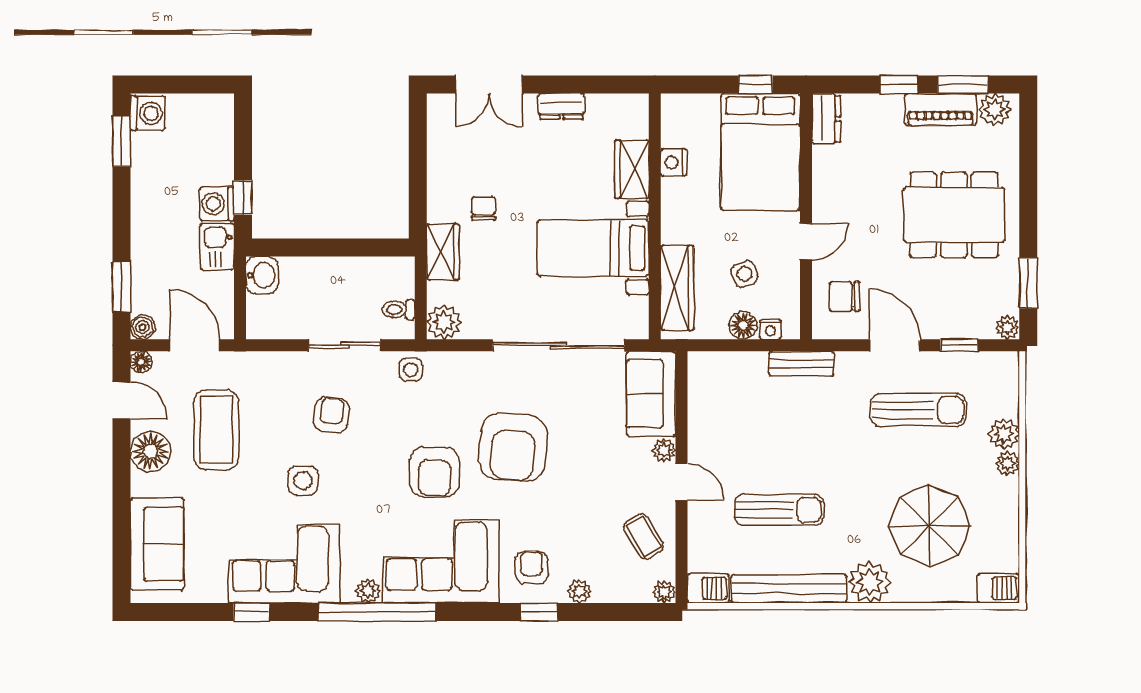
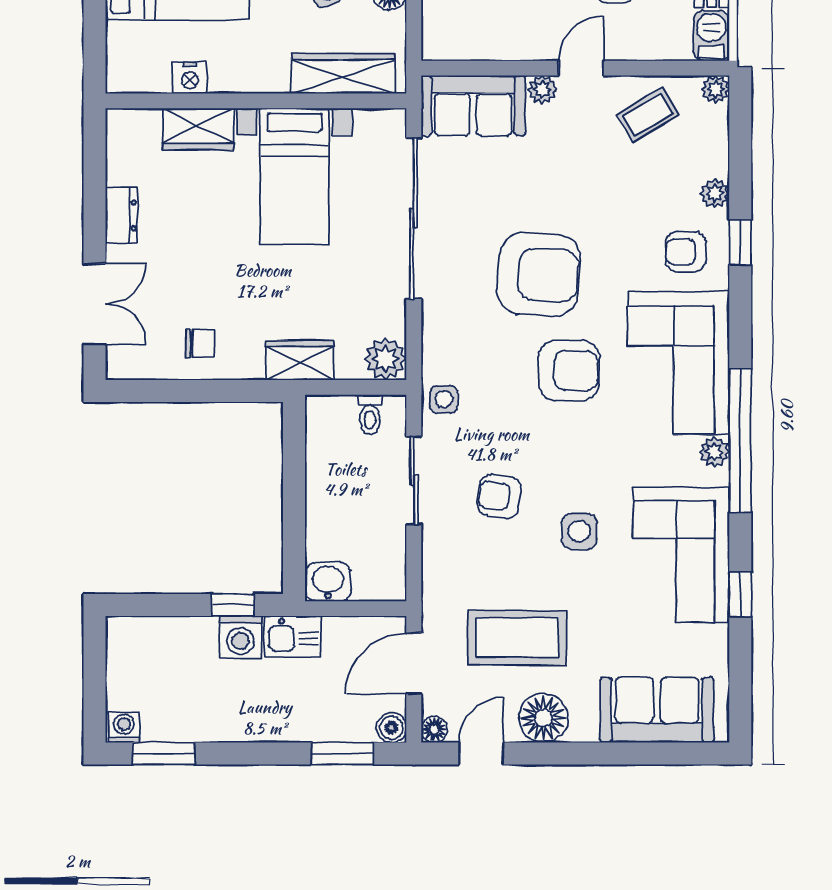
washing machine: (148, 113) -> (124, 727), width x0.73, depth x0.73
chair: (483, 209) -> (200, 343), moved, turned 180

